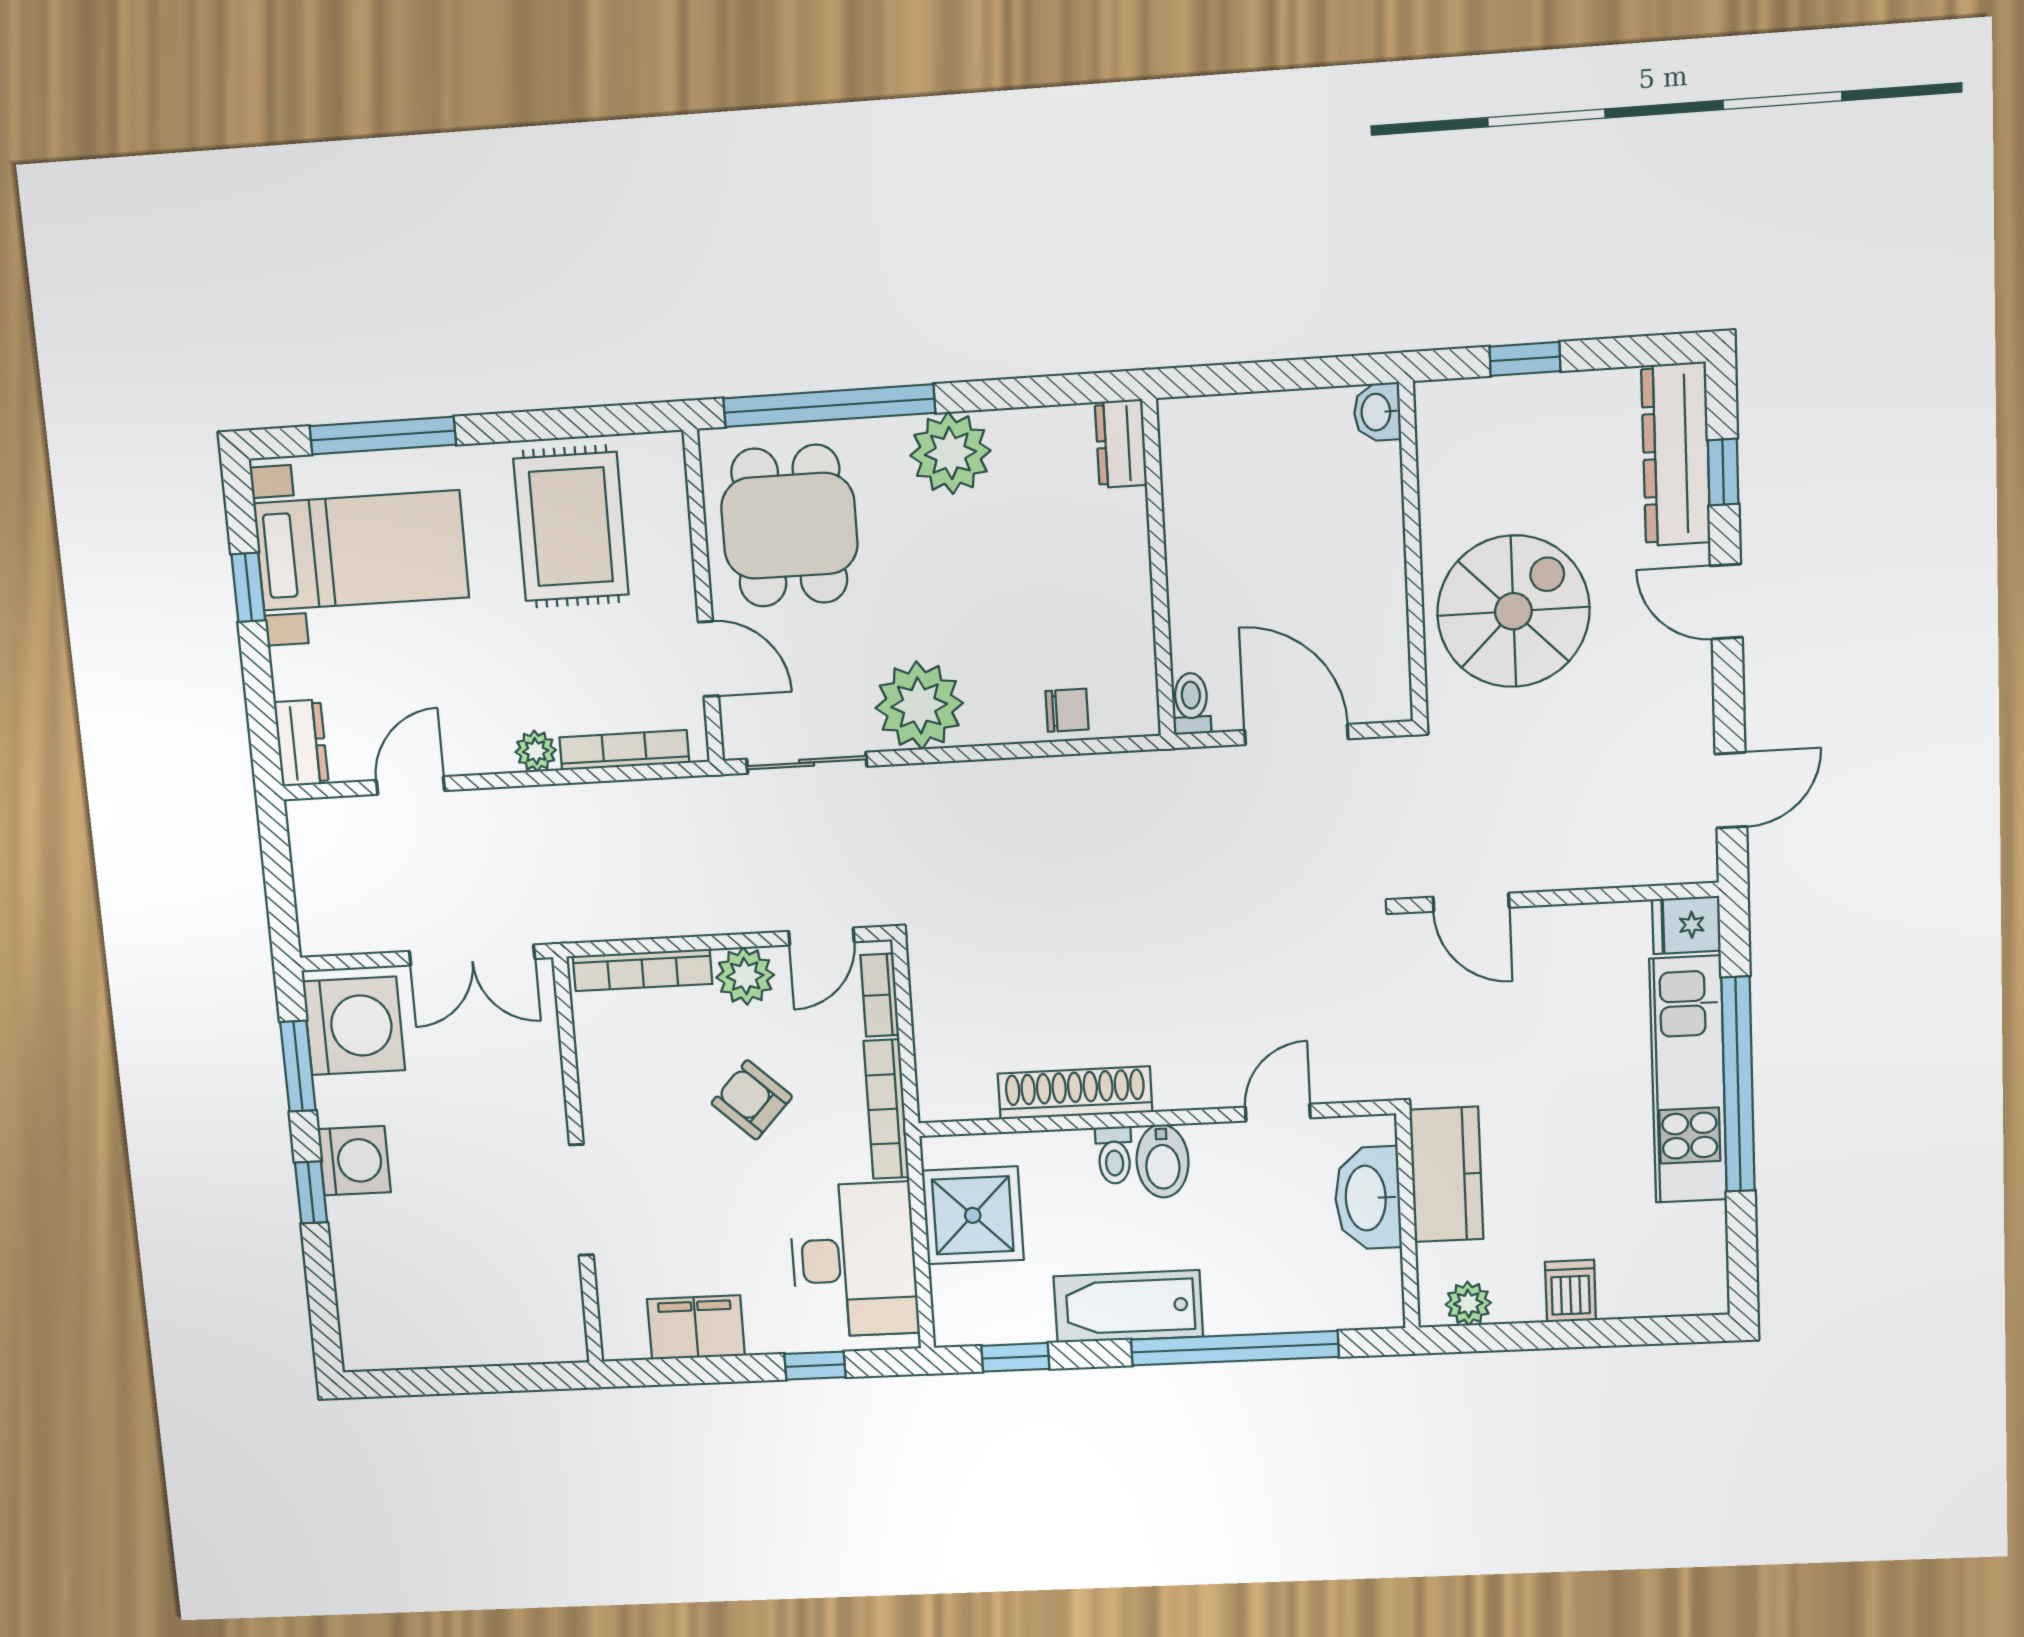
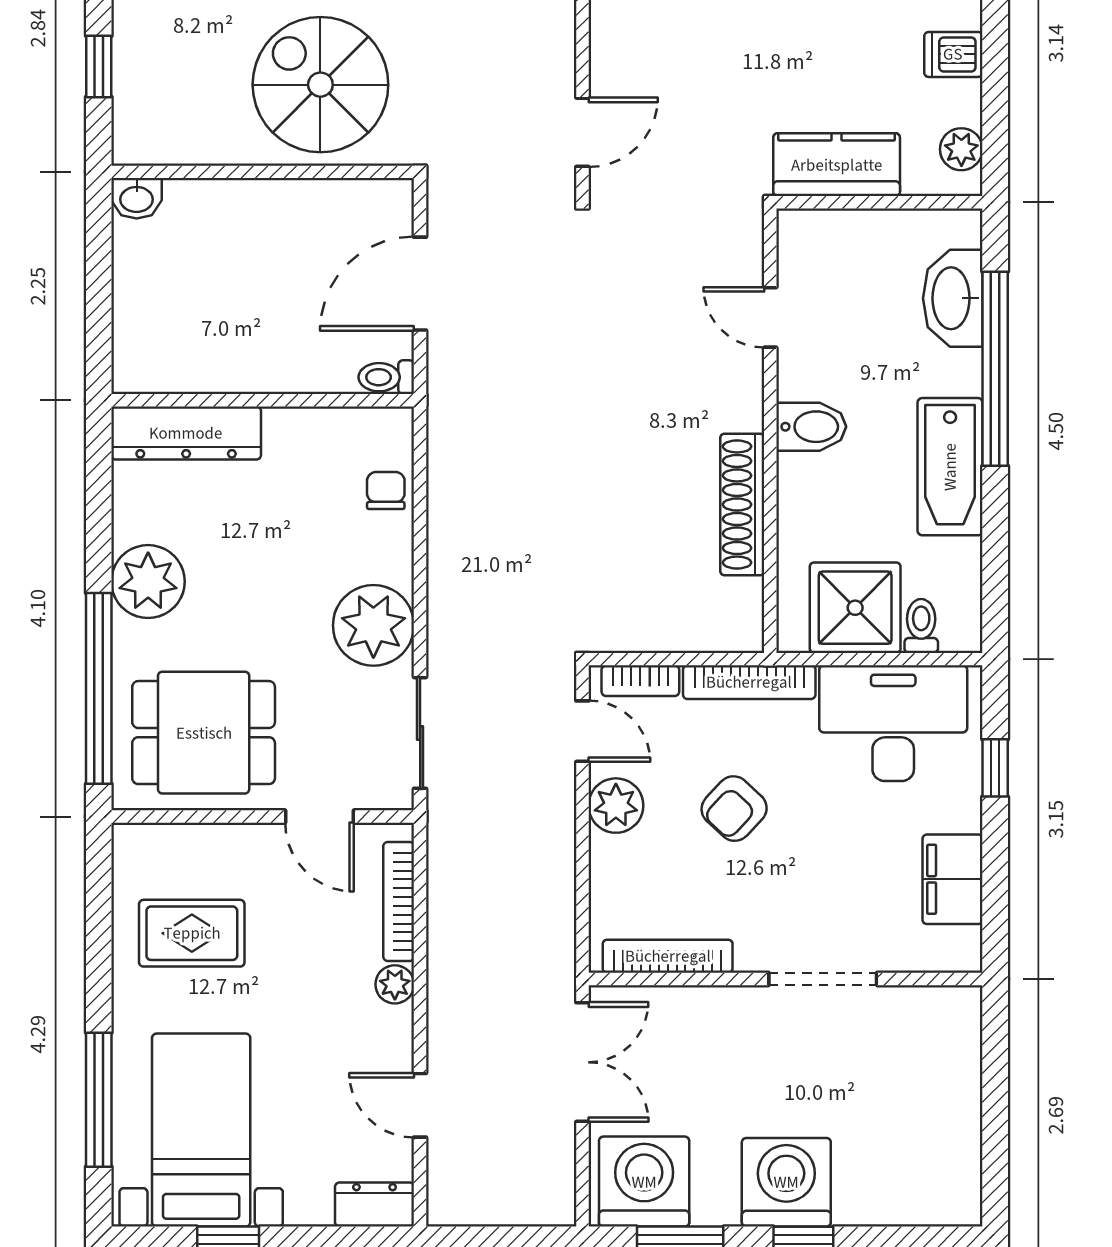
dresser: (1121, 444) -> (186, 433), width x1.96, depth x1.24
rug: (571, 527) -> (192, 933), width x0.73, depth x0.70
door: (708, 659) -> (320, 817), swing flipped
bookcase: (642, 970) -> (668, 956), moved, turned -90
toilet: (1114, 1155) -> (921, 626), moved, turned -90
washing machine: (354, 1161) -> (786, 1182), width x1.37, depth x1.37
washbasin: (1368, 1198) -> (953, 298), moved, turned 90
window: (1015, 1357) -> (995, 576), removed

